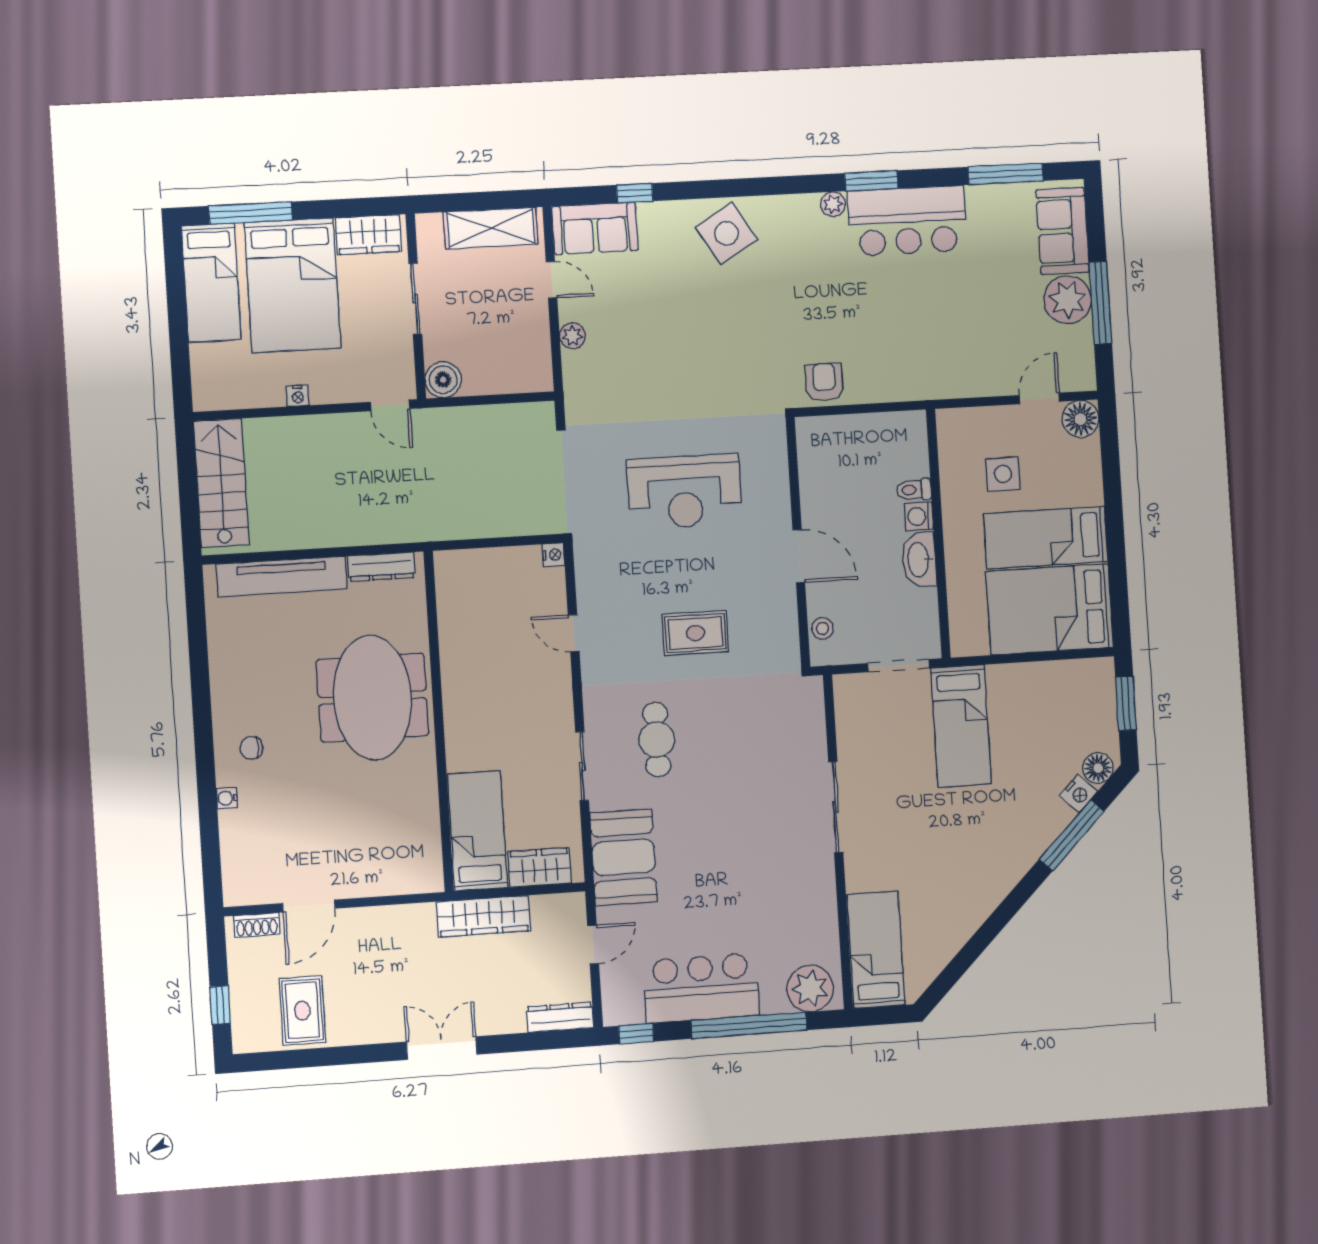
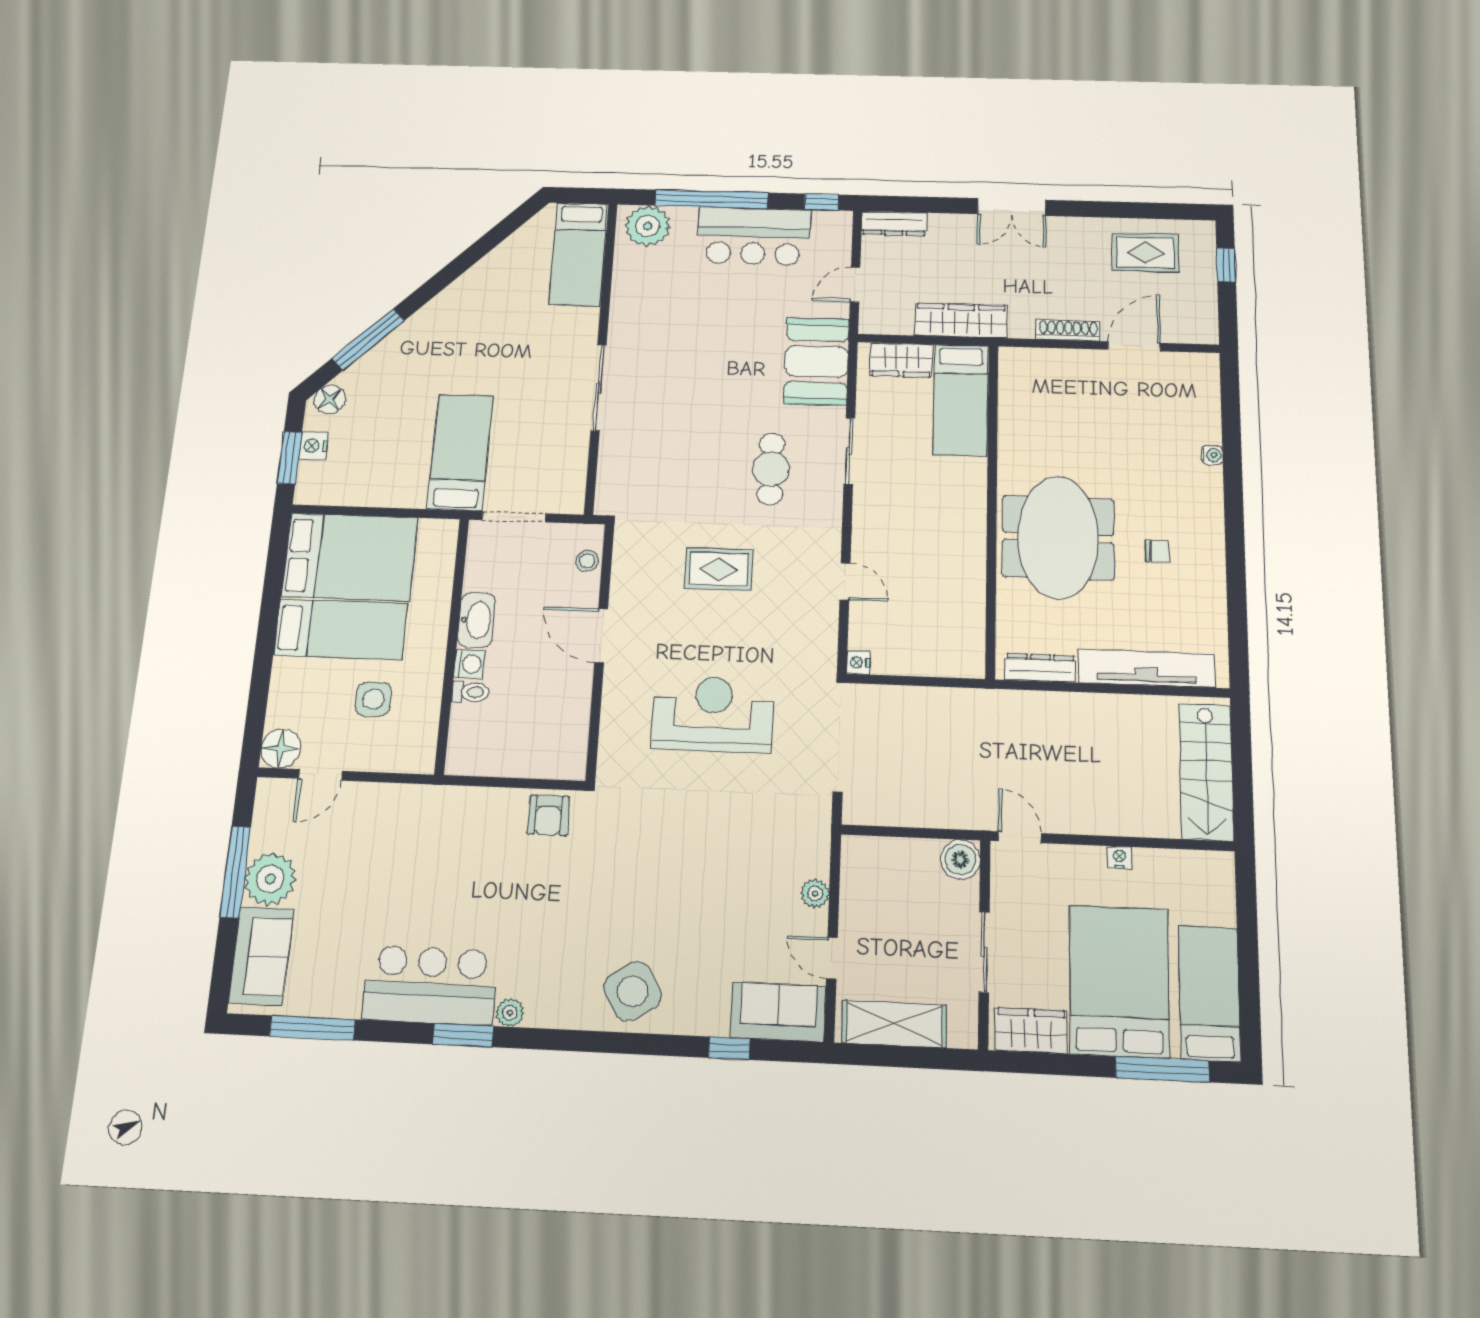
chair: (251, 748) -> (1157, 551), moved
nightstand: (1078, 794) -> (314, 446), moved, turned -45
shoe rack: (257, 925) -> (1068, 330), moved, width x1.43
rug: (302, 1011) -> (1145, 253), turned 90

